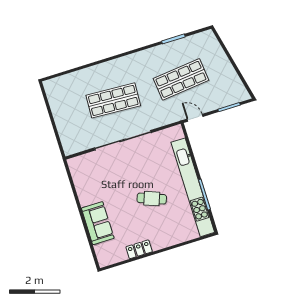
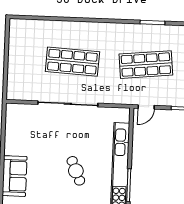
door: (195, 118) -> (146, 107), swing flipped
cafe table: (152, 199) -> (76, 171), turned 46

